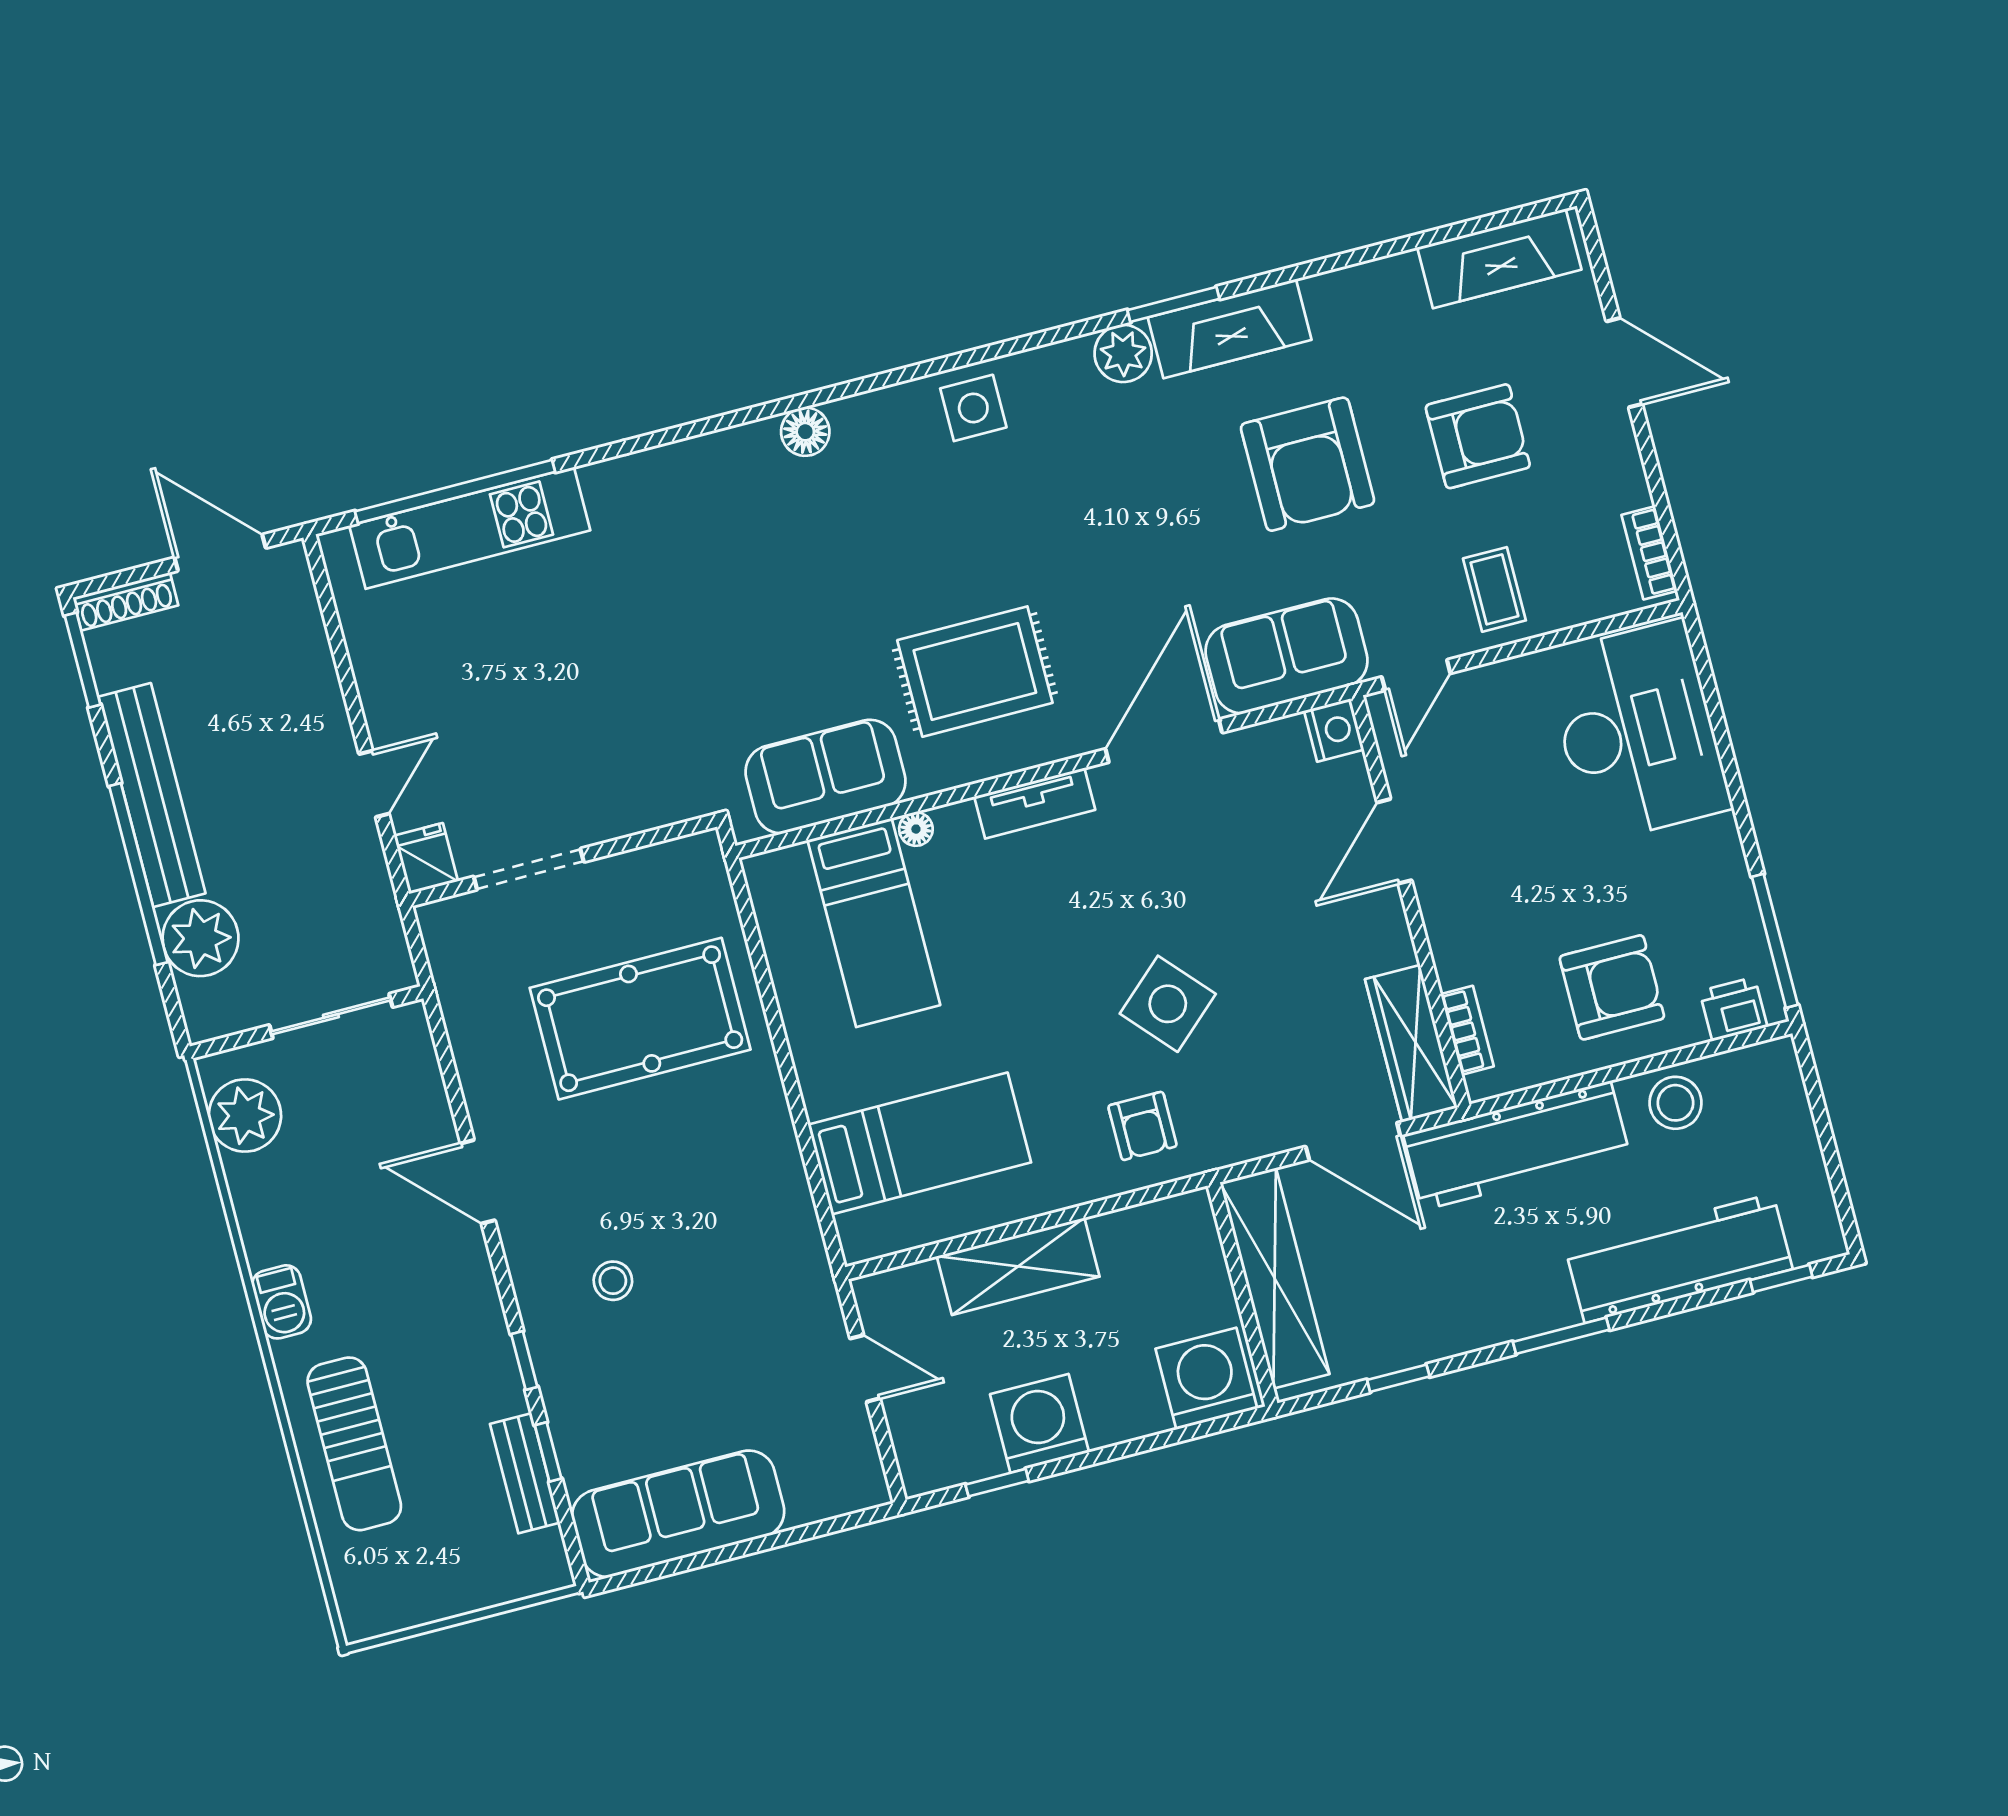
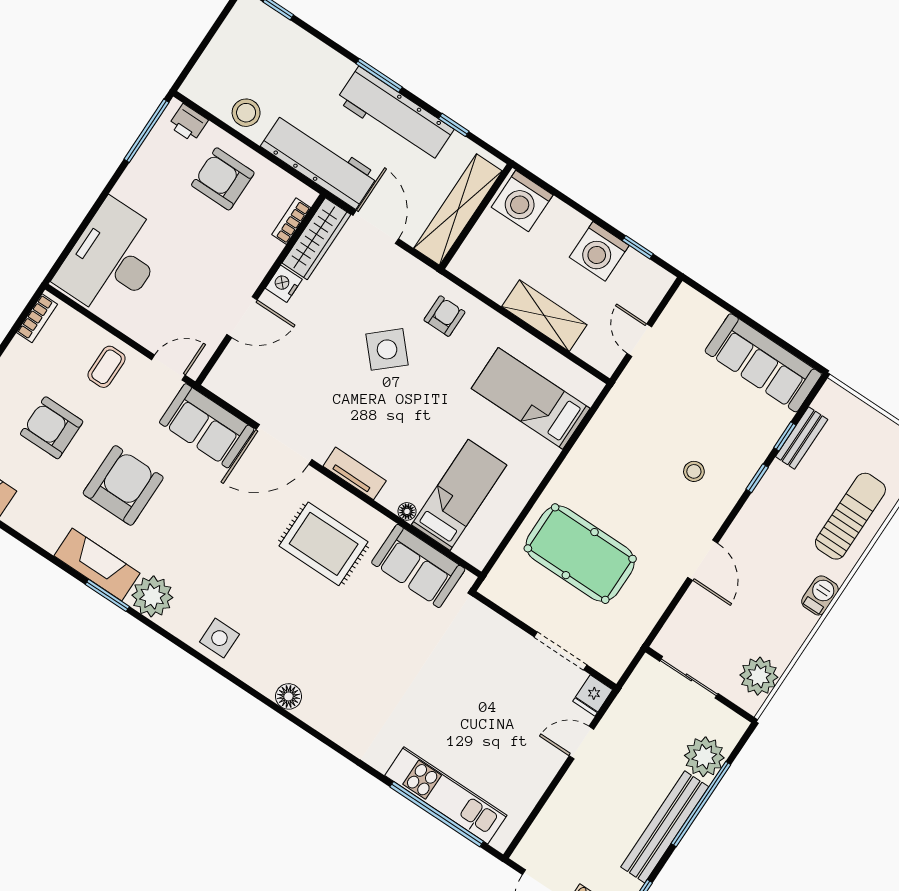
plant: (1123, 353) -> (152, 596), width x1.36, depth x1.36
nightstand: (1334, 730) -> (284, 284), moved
workbench: (1679, 1258) -> (395, 115), moved

